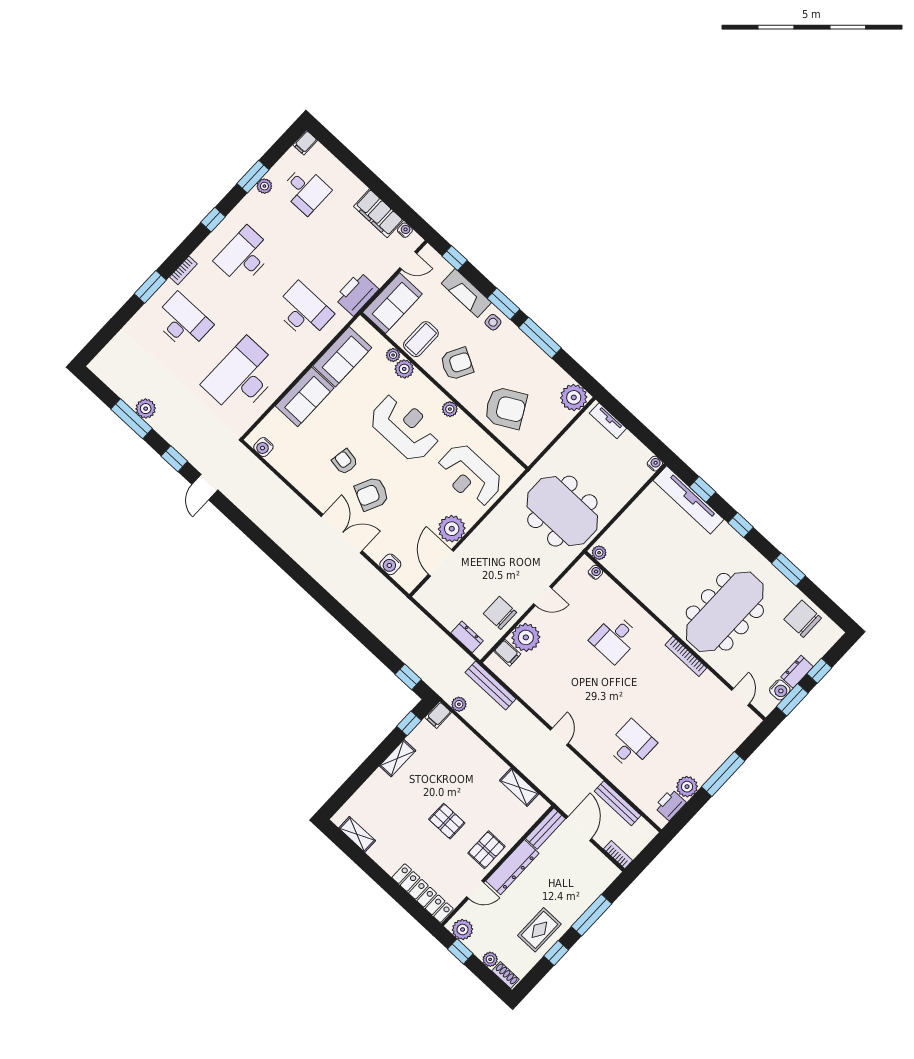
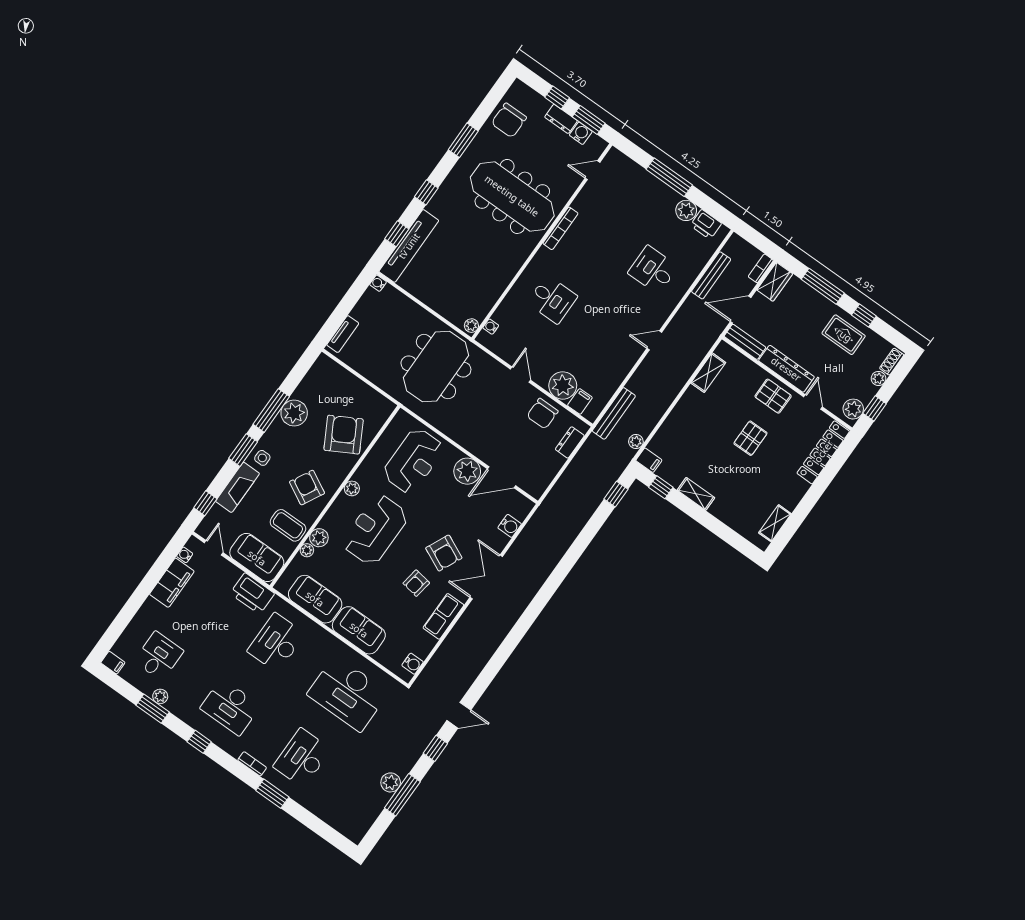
plant: (574, 397) -> (294, 413), moved
row of seats: (307, 485) -> (443, 616), added
wardrobe: (602, 867) -> (775, 282), added

